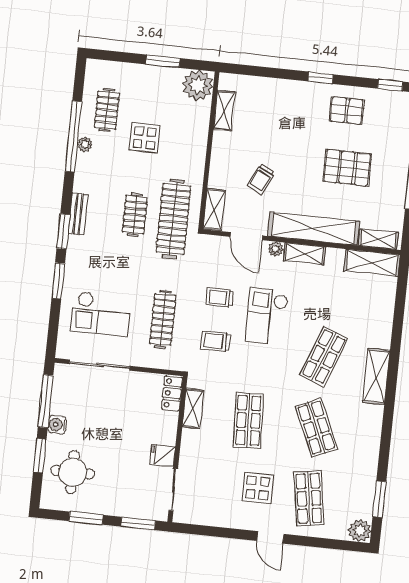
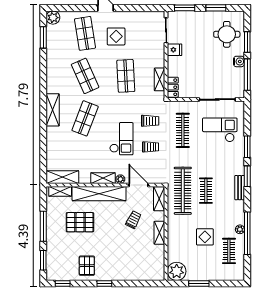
shelving: (224, 111) -> (159, 233), moved
pallet: (347, 111) -> (87, 266), turned 90
pallet: (347, 168) -> (80, 222), moved

